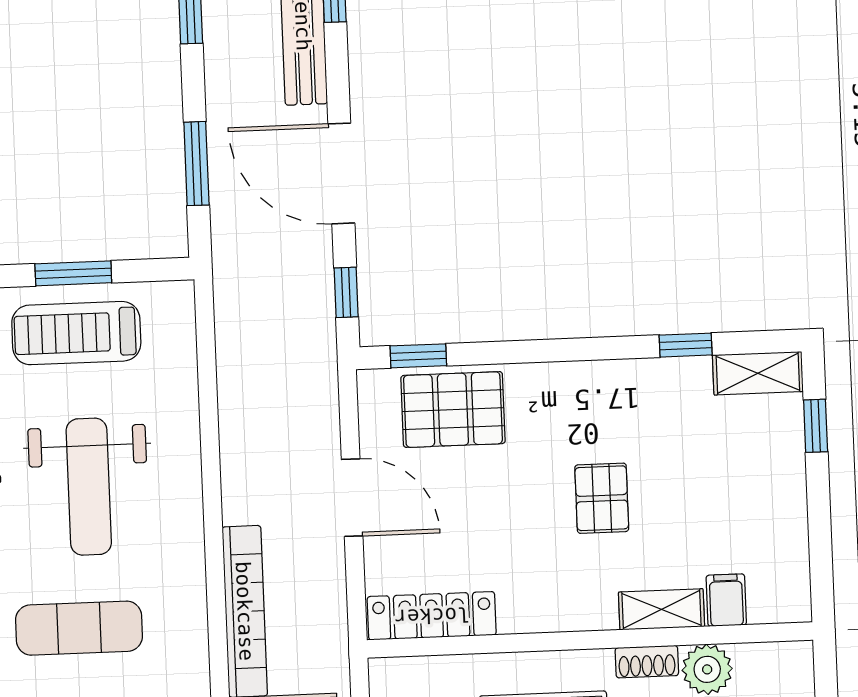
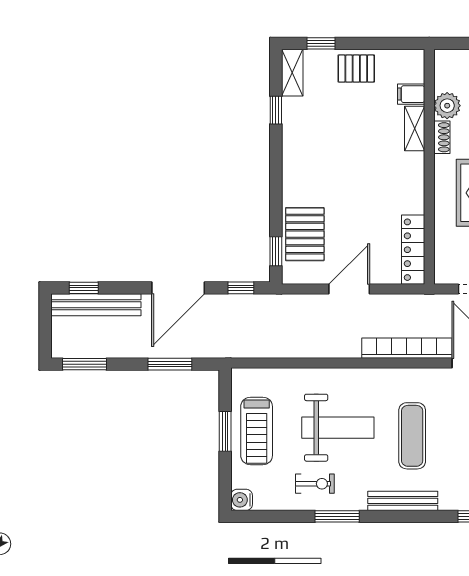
pallet: (602, 498) -> (356, 69), moved

